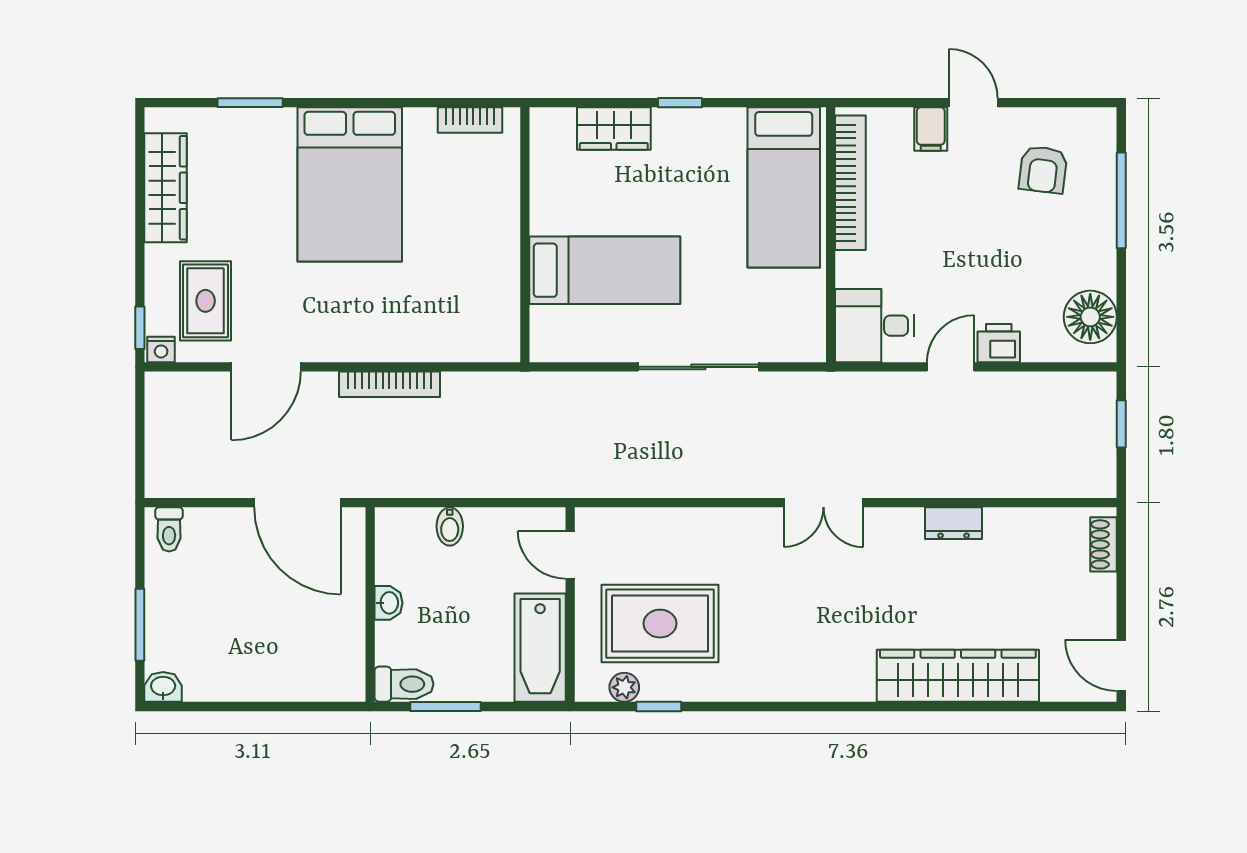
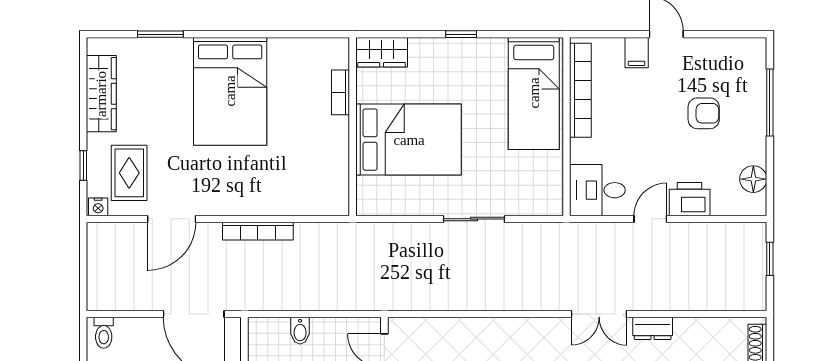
bookcase: (470, 120) -> (341, 92), moved, turned 90
wardrobe: (614, 128) -> (382, 52), moved
armchair: (1043, 170) -> (704, 113), moved, turned -97
bed: (605, 270) -> (409, 140), width x1.50
floor lamp: (1090, 317) -> (753, 179), width x0.73, depth x0.73
window: (140, 328) -> (83, 165), moved
printer: (999, 343) -> (690, 199), width x1.36, depth x1.24
sliding door: (698, 367) -> (474, 219), width x0.73
double door: (823, 503) -> (599, 314), moved

